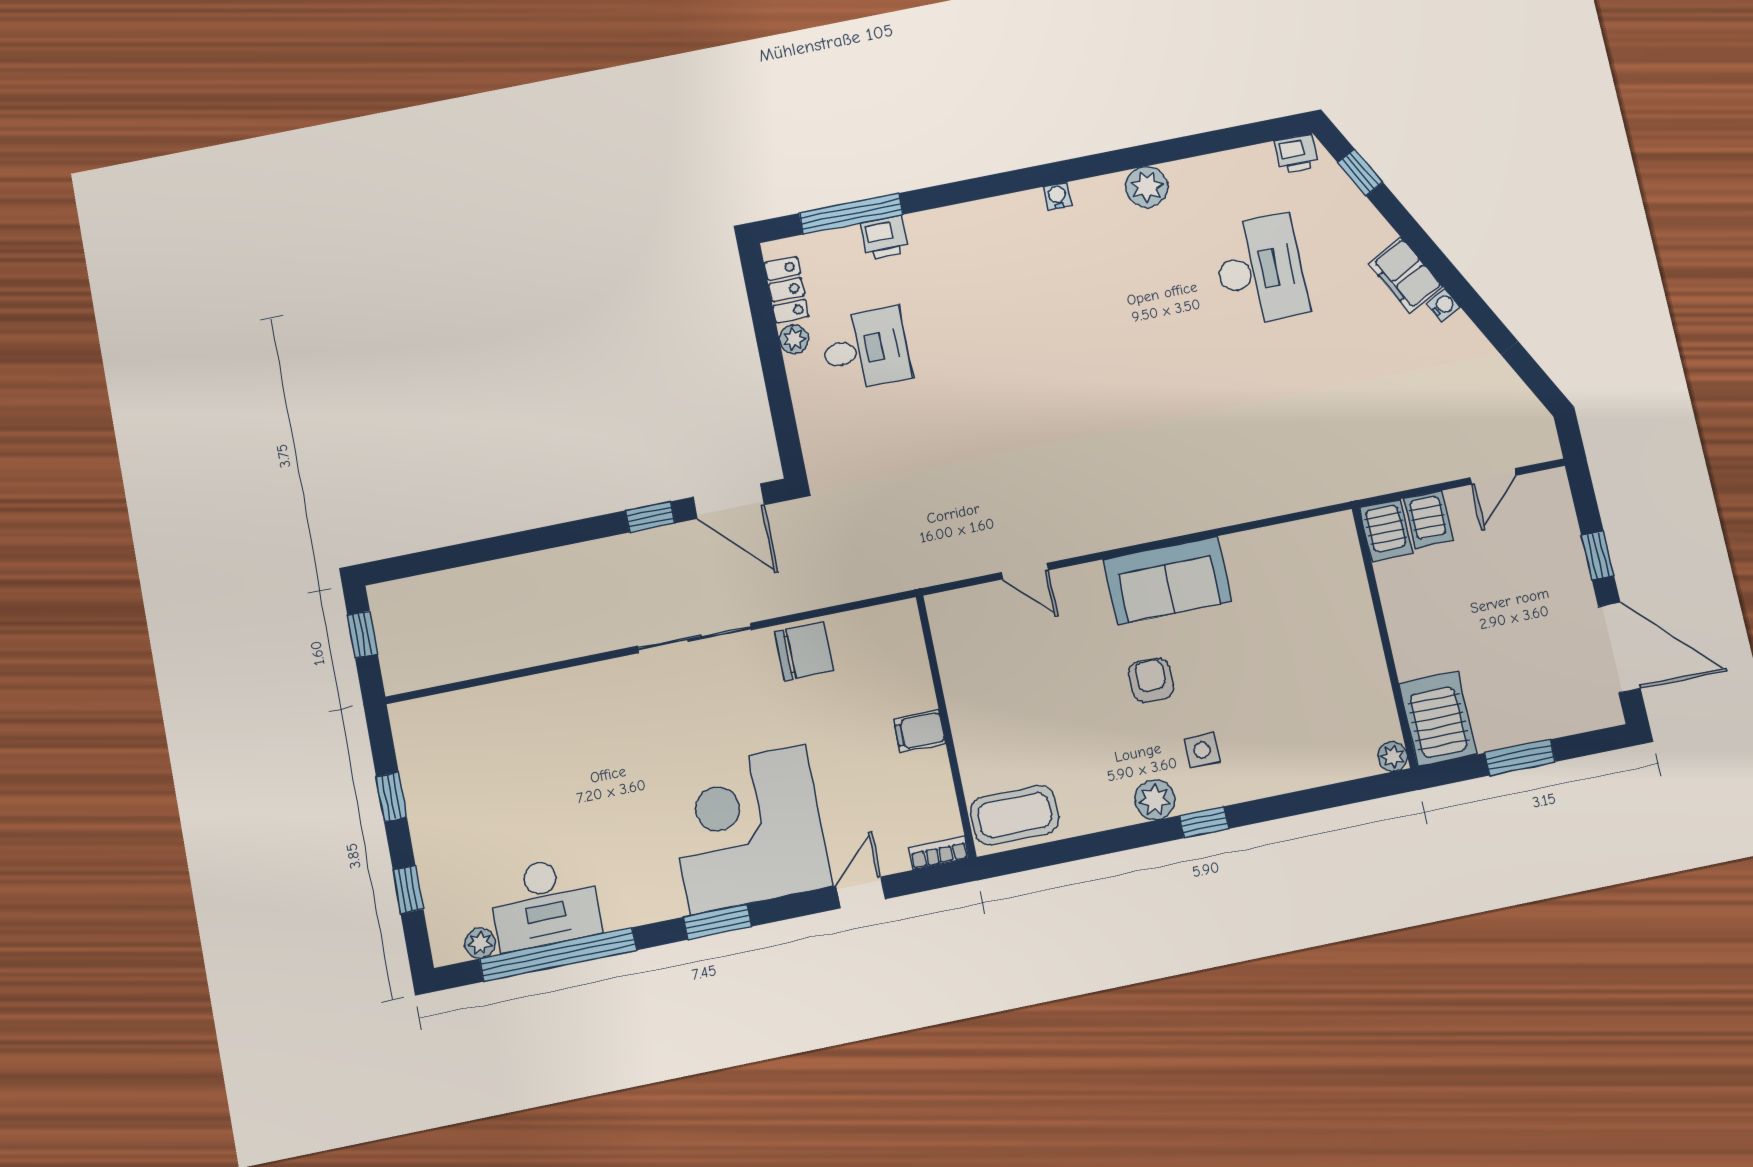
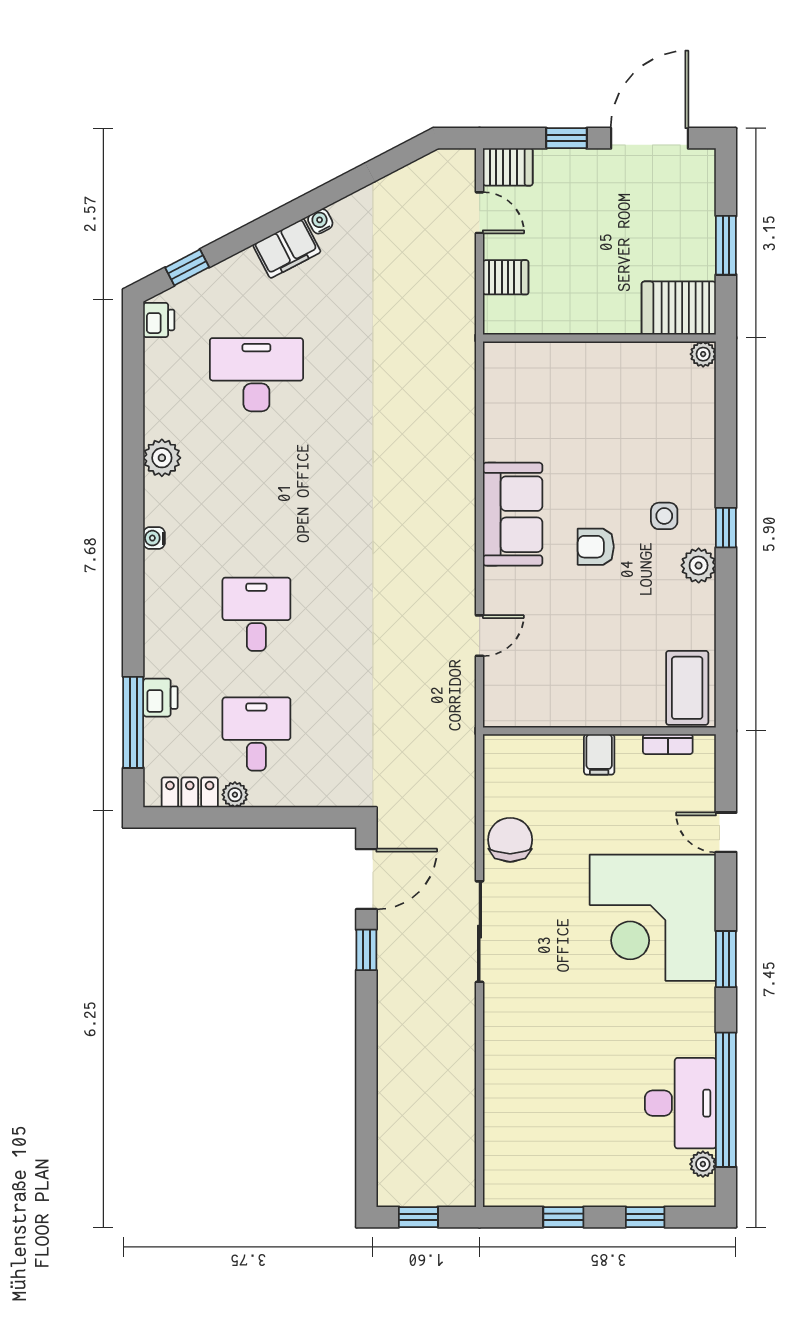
desk: (997, 323) -> (256, 614), added
server rack: (1386, 531) -> (508, 167), moved
bookcase: (939, 853) -> (668, 744), moved, turned -90

